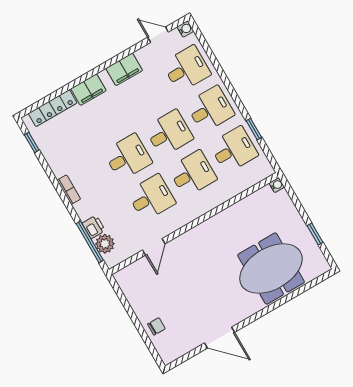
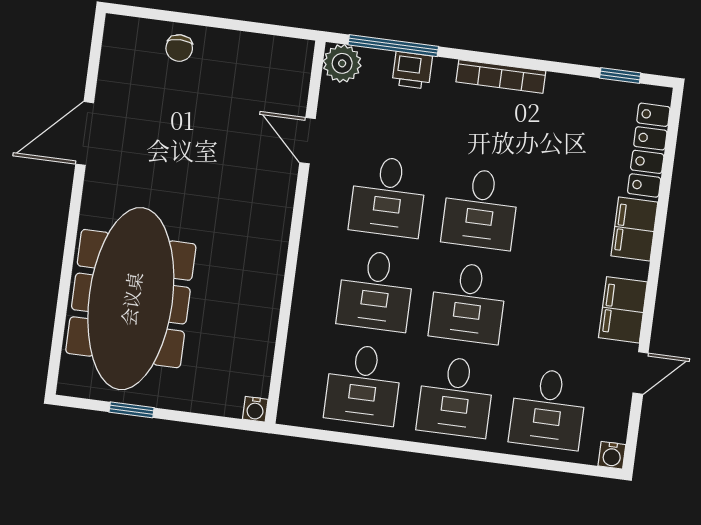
door: (158, 35) -> (641, 373), moved
window: (254, 129) -> (371, 441), removed
bookcase: (69, 190) -> (501, 76), width x1.56
plant: (105, 244) -> (342, 63), moved
meeting table: (271, 269) -> (131, 299), width x1.36

